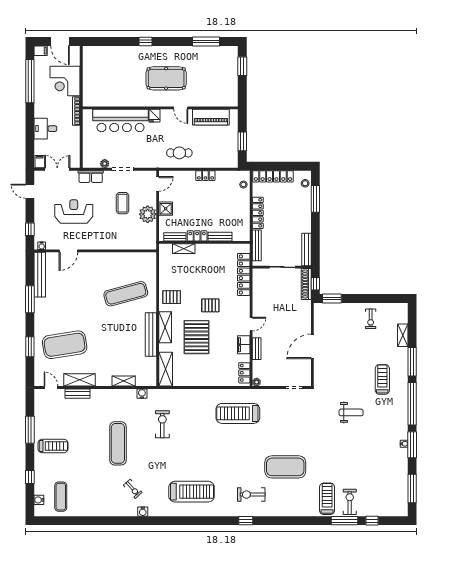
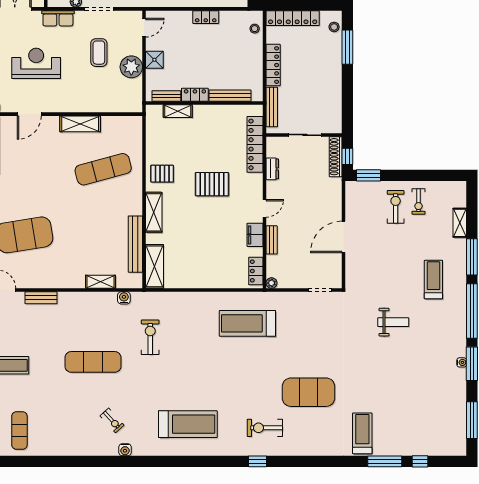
bench: (220, 237) -> (230, 96), width x1.36
bench: (307, 249) -> (336, 112), removed
dresser: (257, 293) -> (272, 169), added
pallet: (210, 305) -> (212, 184), width x1.50, depth x1.42
bench: (151, 335) -> (135, 244), moved
pallet: (197, 337) -> (194, 225), removed
shelving: (80, 380) -> (80, 124), moved
exercise mat: (118, 443) -> (93, 362), turned 90
exercise bike: (350, 502) -> (396, 207), moved

